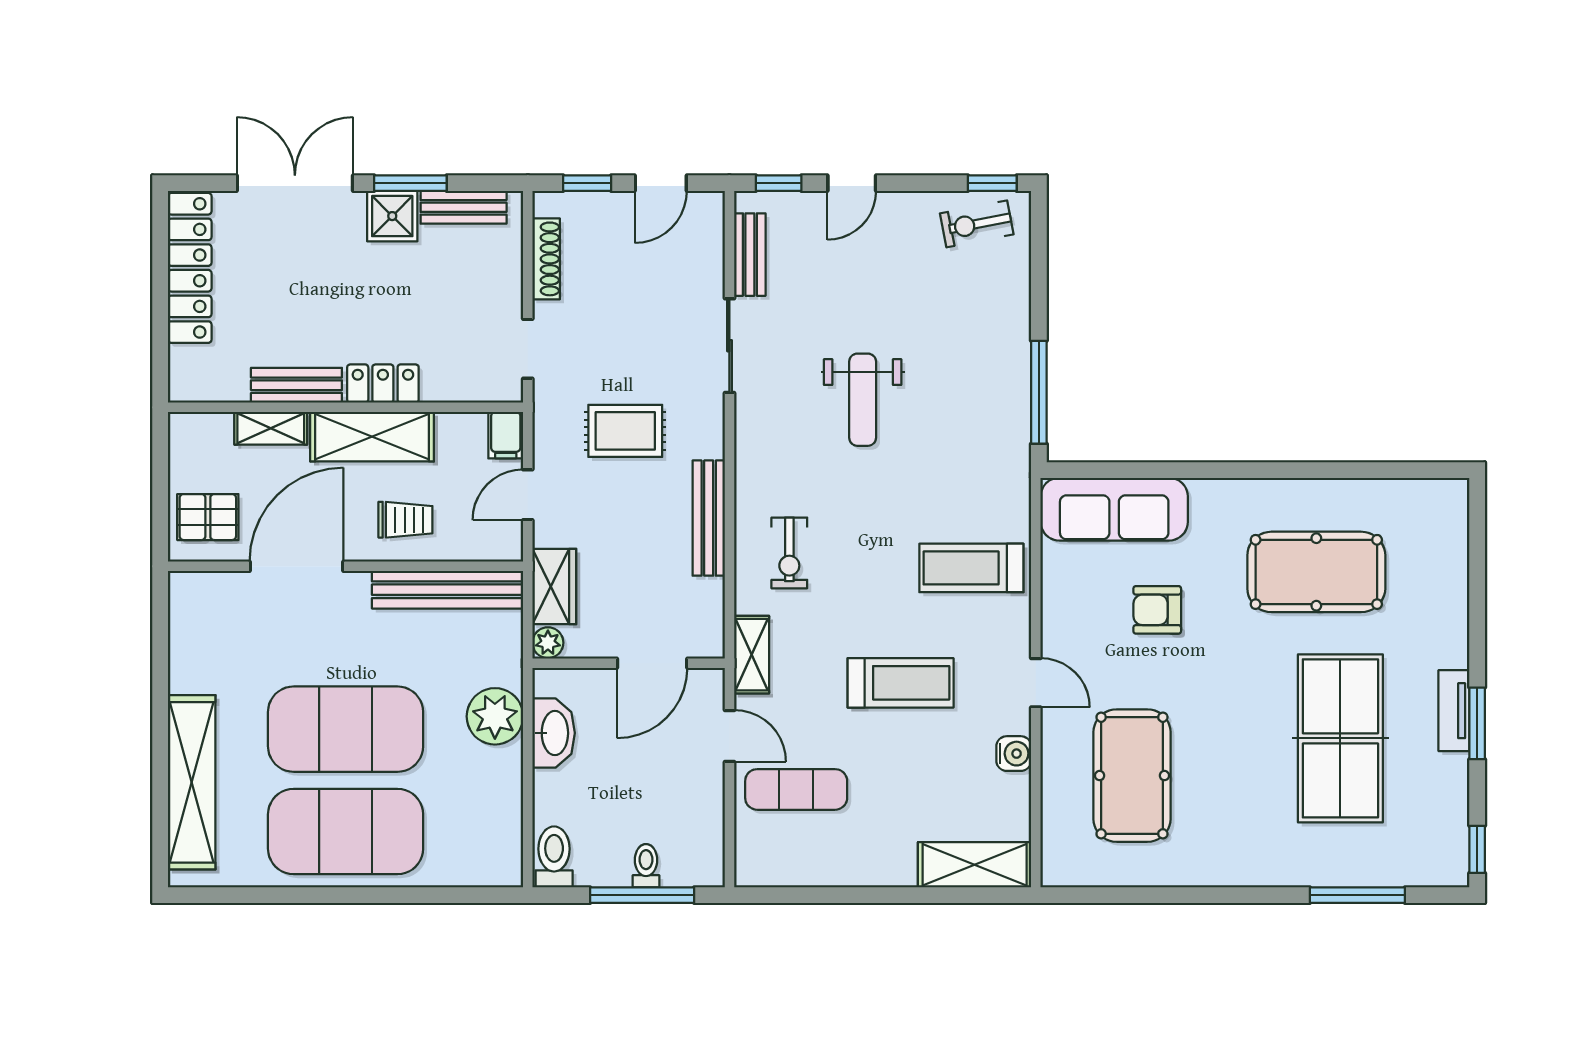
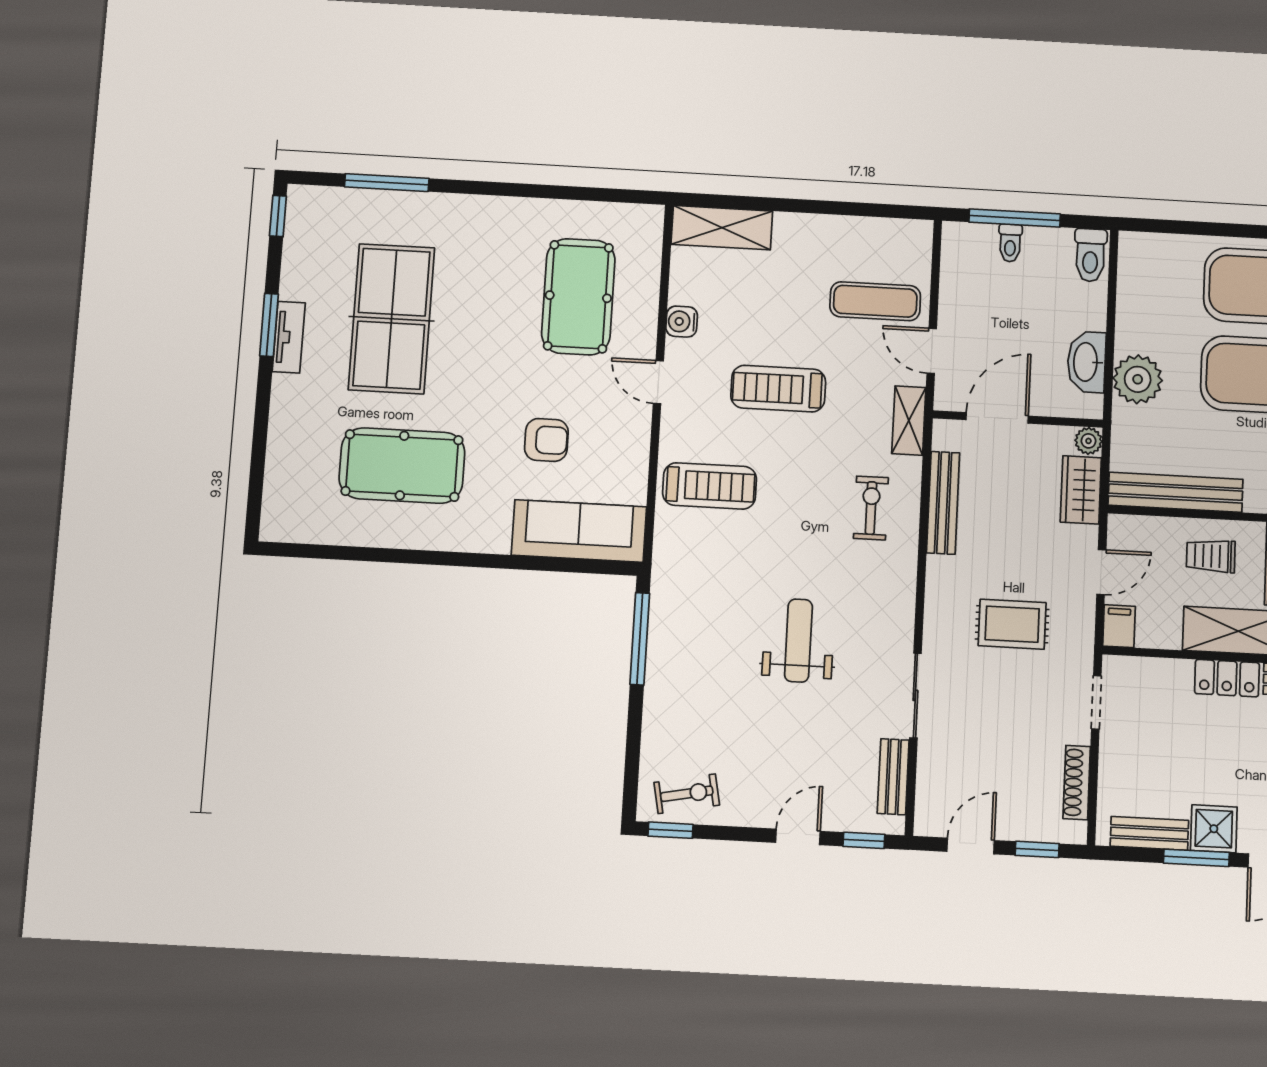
bench: (709, 518) -> (943, 503), moved

